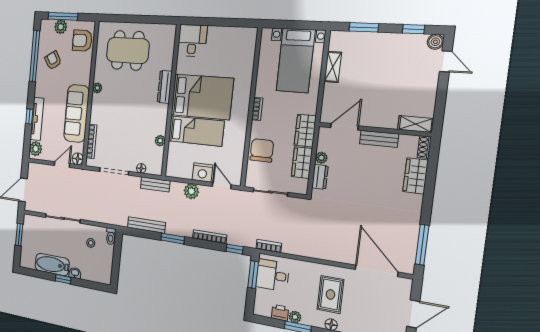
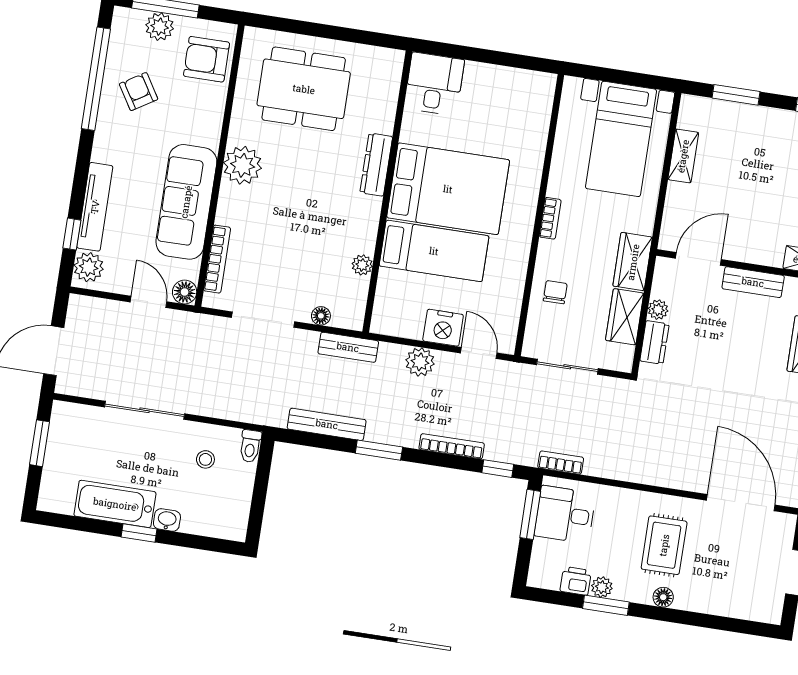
plant: (97, 88) -> (243, 165), width x1.88, depth x1.88
window: (29, 116) -> (72, 234), moved
chair: (262, 150) -> (555, 292), width x0.54, depth x0.54
door: (62, 165) -> (148, 302), hinge flipped

